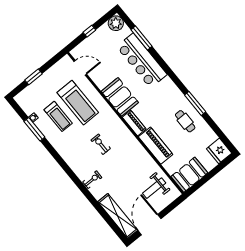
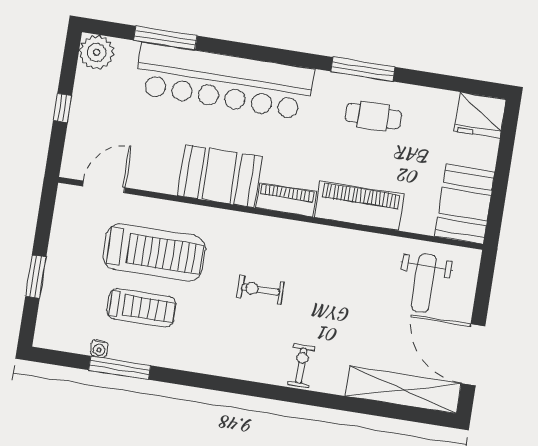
bar counter: (142, 61) -> (224, 81), width x1.36

